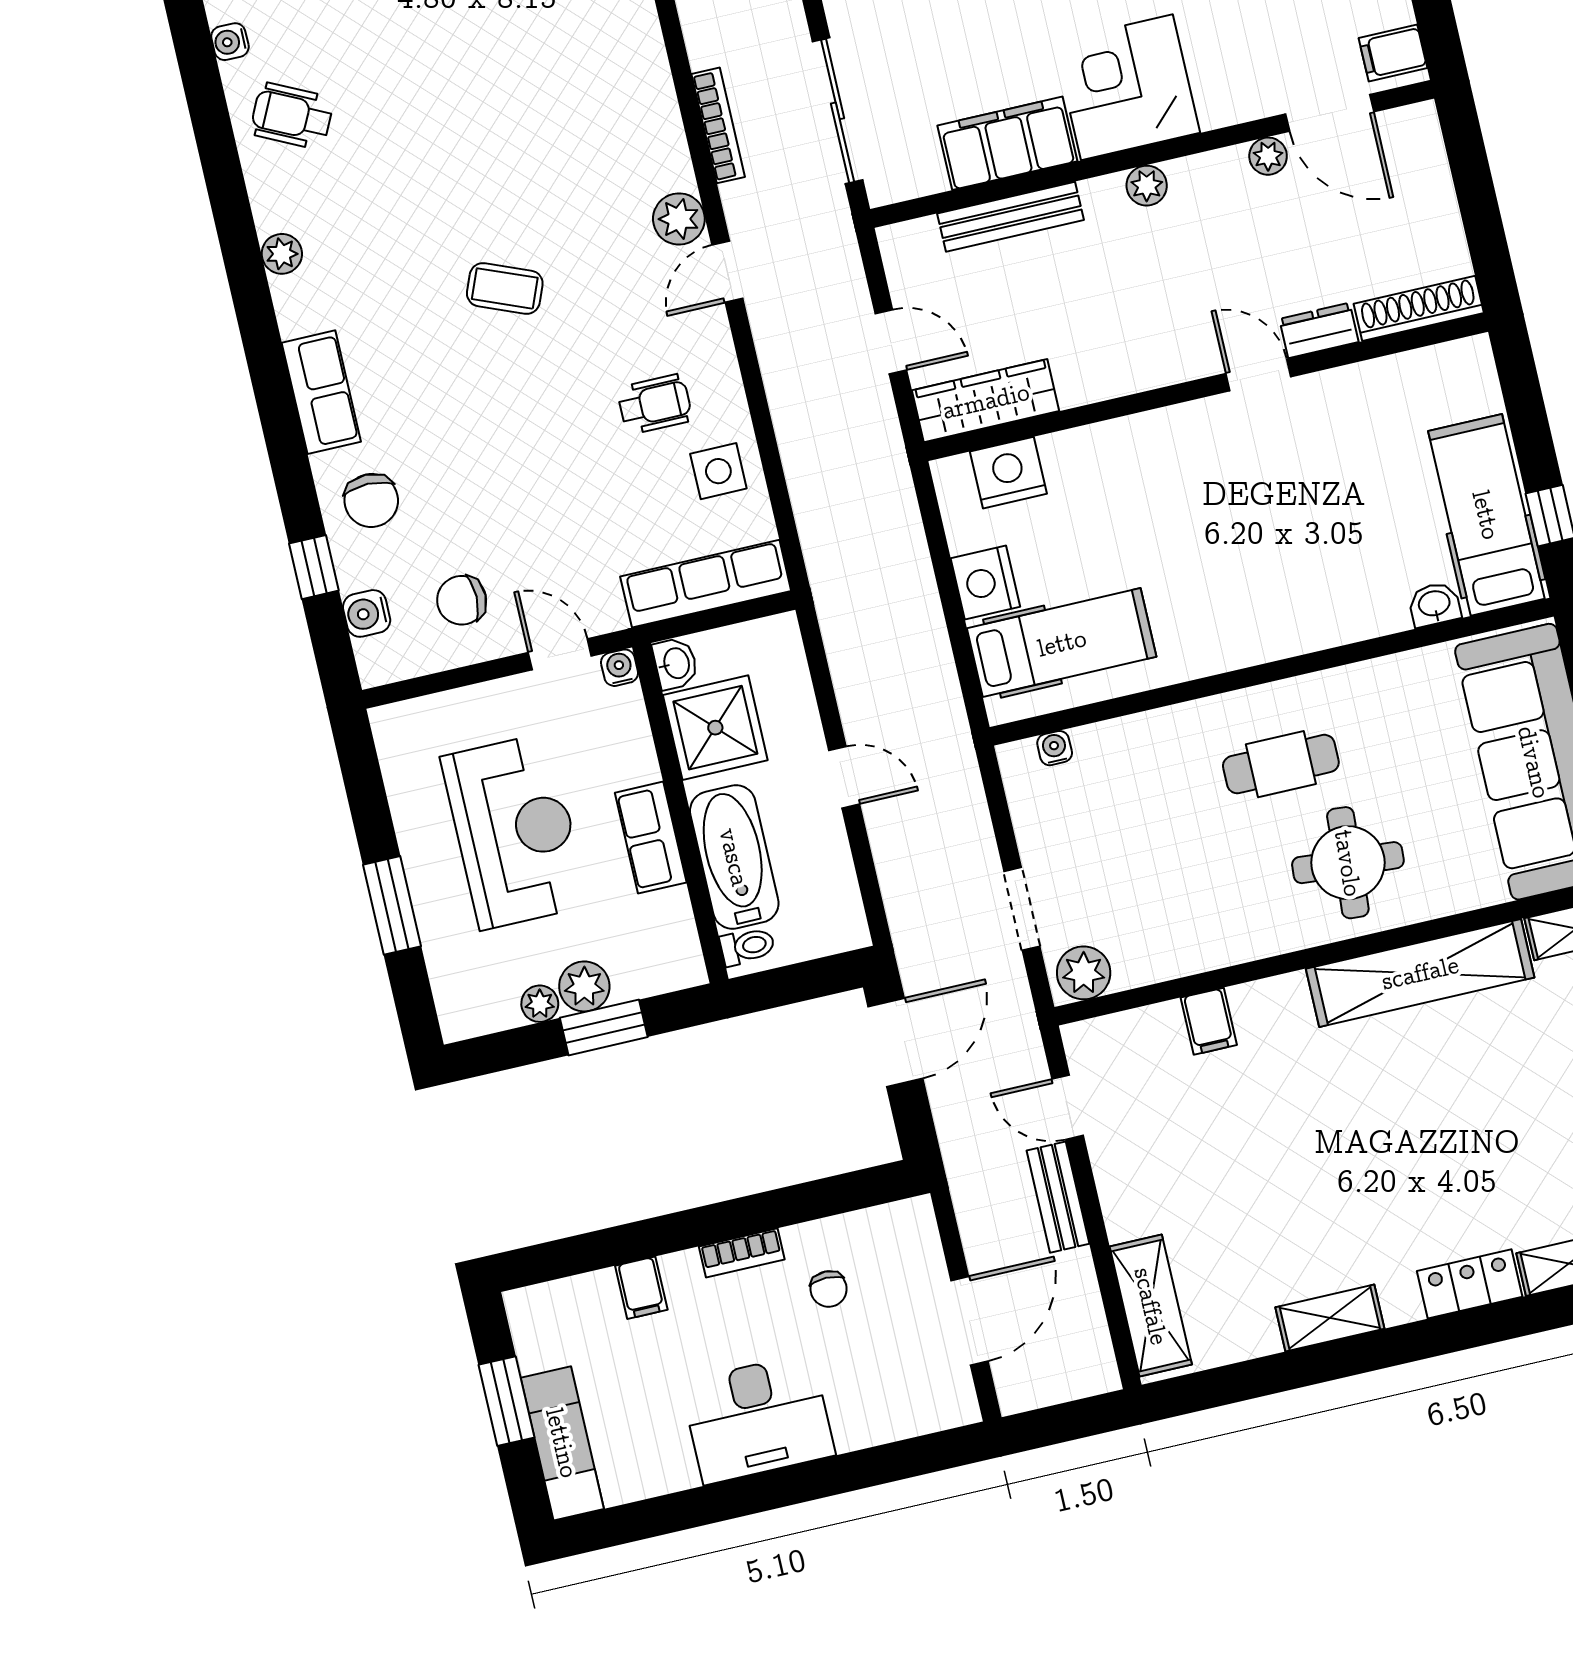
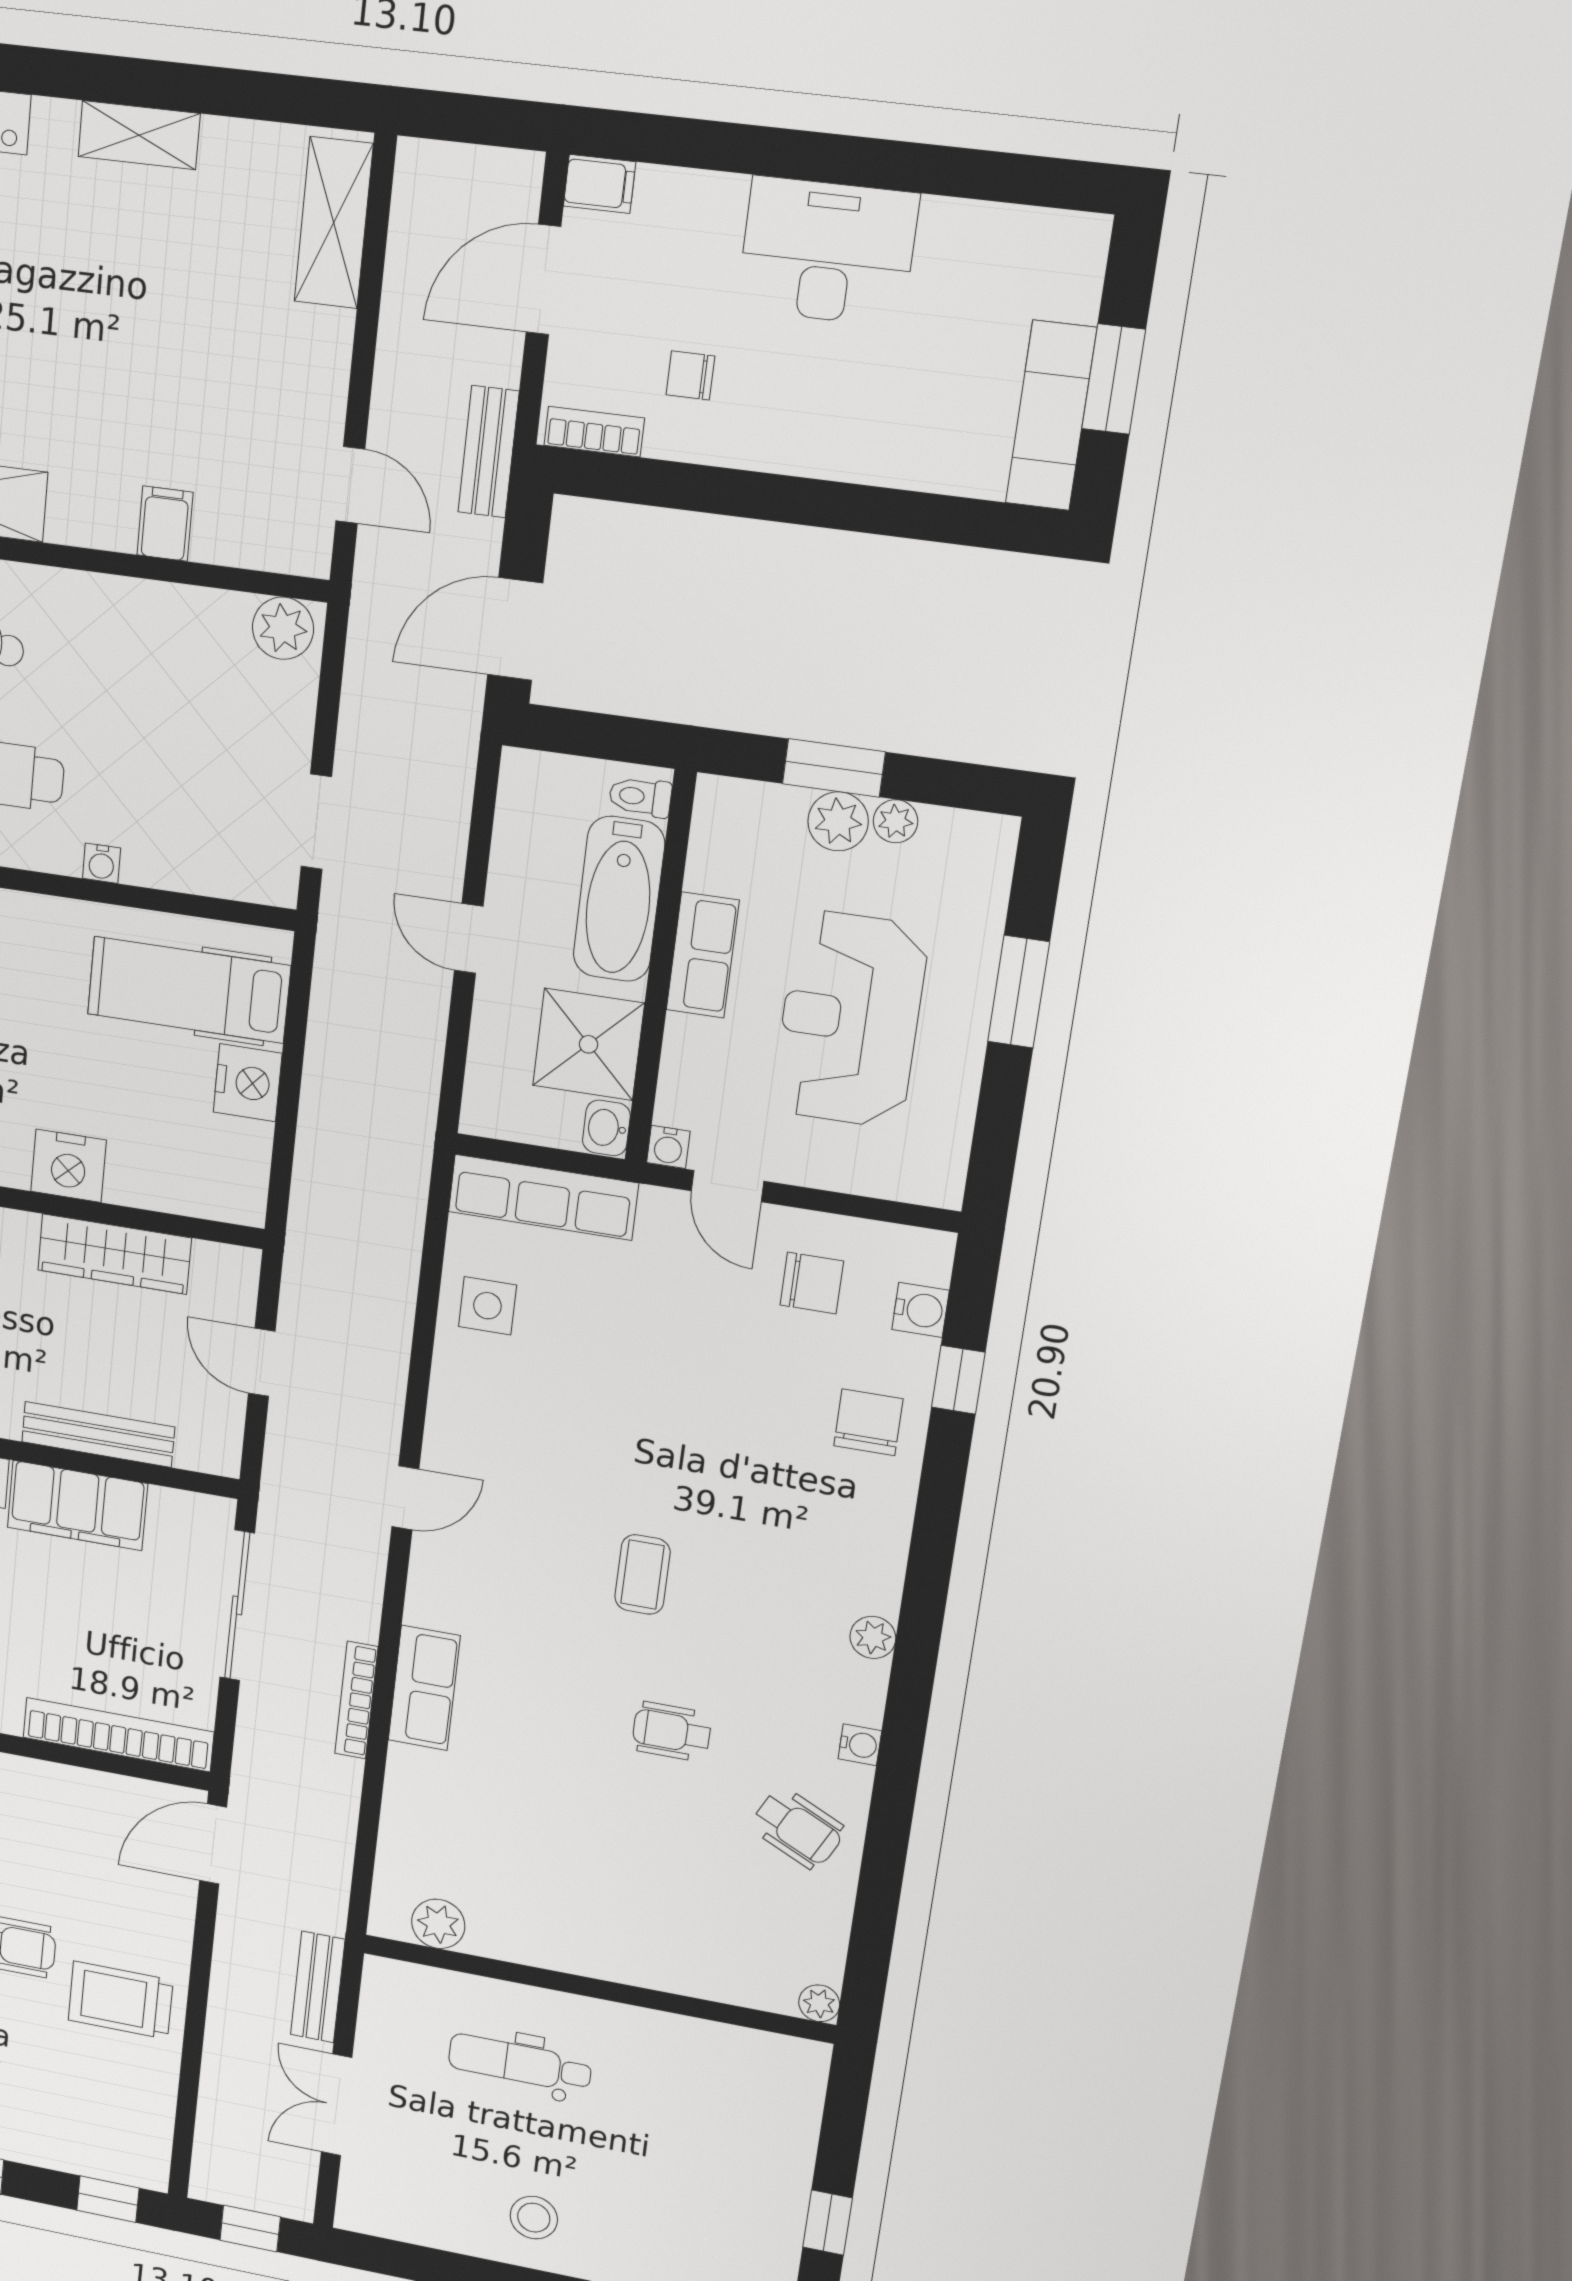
water cooler: (230, 42) -> (860, 1745), moved
bookcase: (718, 125) -> (356, 1700), moved
plant: (679, 219) -> (436, 1569), removed
plant: (282, 254) -> (873, 1637), moved
coffee table: (505, 288) -> (642, 1575), turned 68
row of seats: (321, 392) -> (424, 1688), moved, turned 180
wardrobe: (986, 401) -> (114, 1254), moved
wheelchair: (655, 404) -> (672, 1732), moved
nightstand: (1008, 473) -> (69, 1166), moved
water cooler: (1055, 748) -> (102, 863), moved
doorway: (1022, 909) -> (316, 822), moved
bench: (1058, 1197) -> (489, 452), moved
bookcase: (742, 1253) -> (594, 432), moved
filing cabinet: (641, 1288) -> (600, 184), moved, turned 90
chair: (829, 1289) -> (690, 375), turned -90
exam couch: (562, 1443) -> (1051, 416), moved

